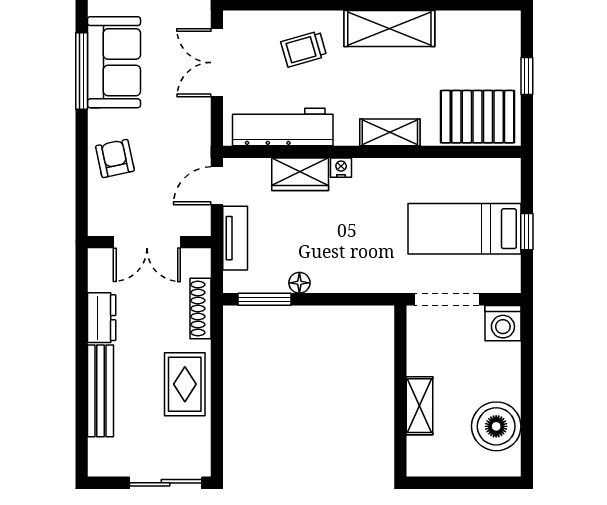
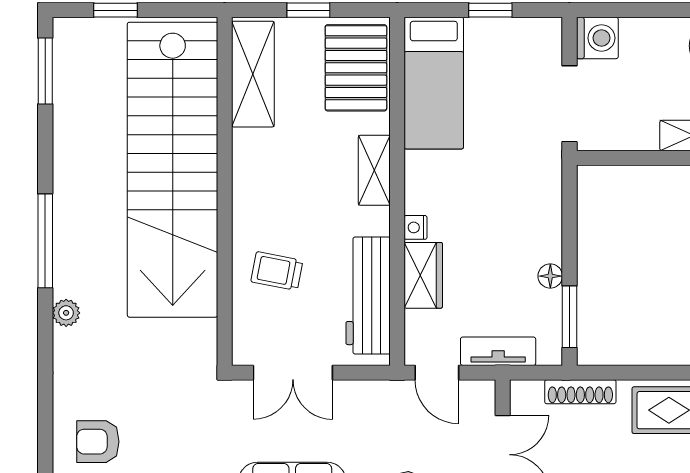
shelving: (389, 29) -> (253, 74), moved
trolley: (304, 49) -> (277, 271), turned 117
bed: (464, 229) -> (434, 83), moved

